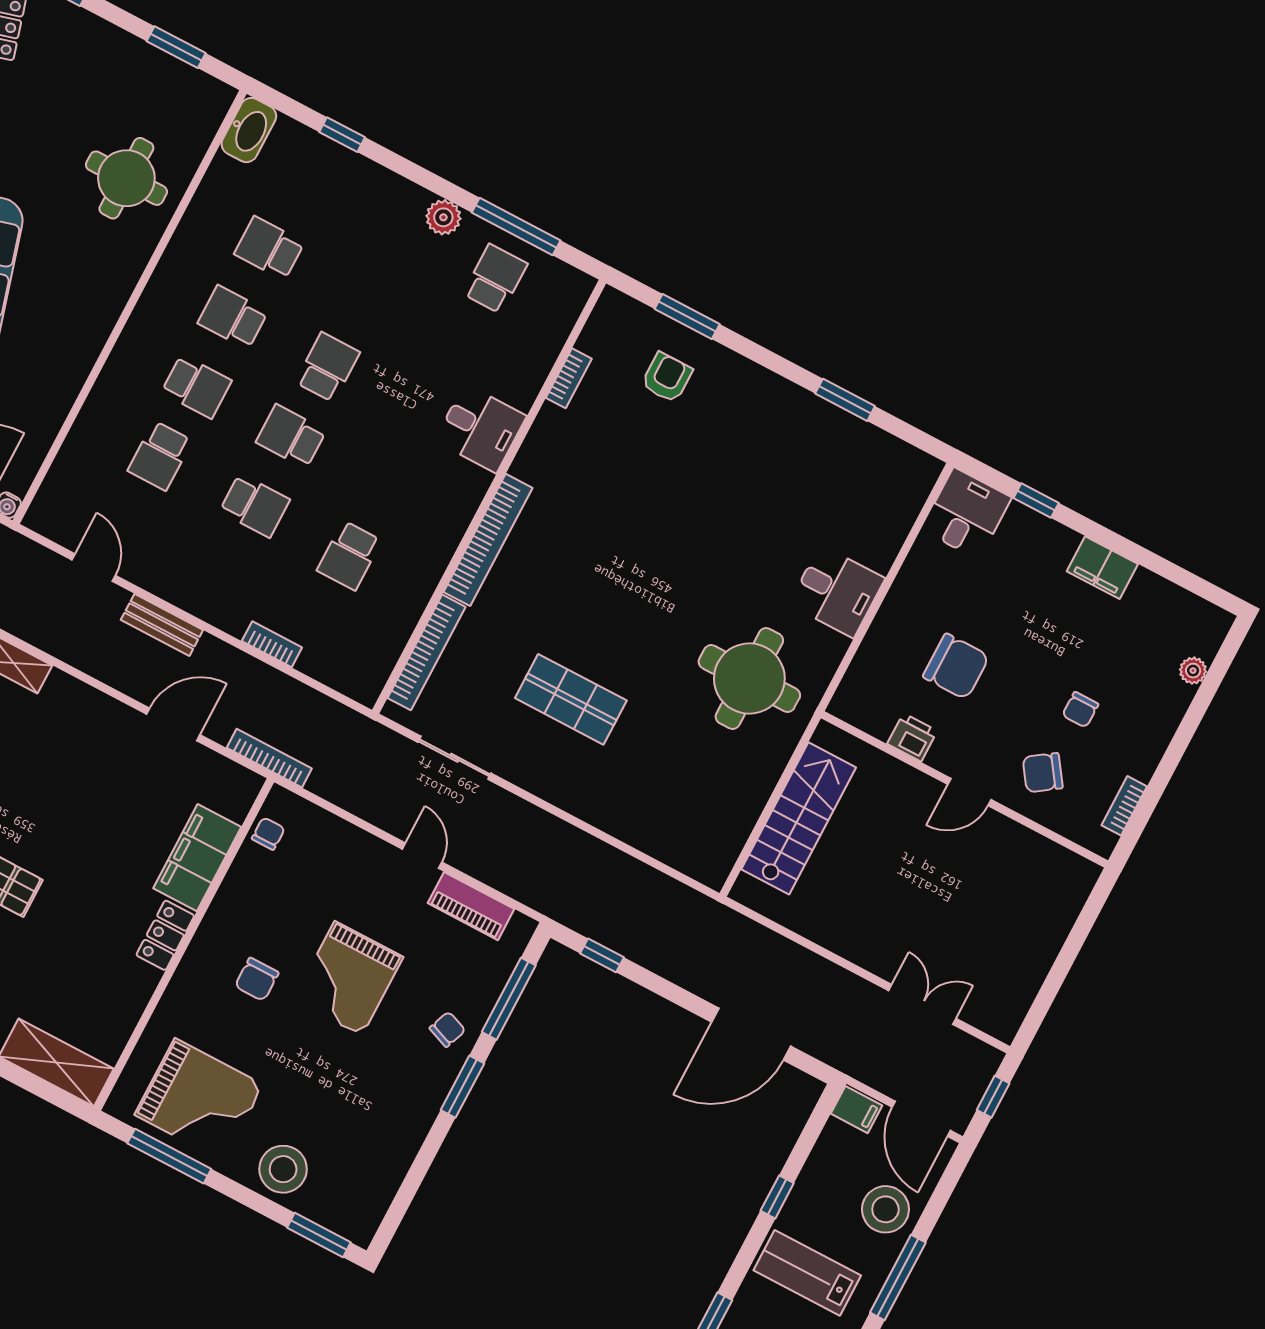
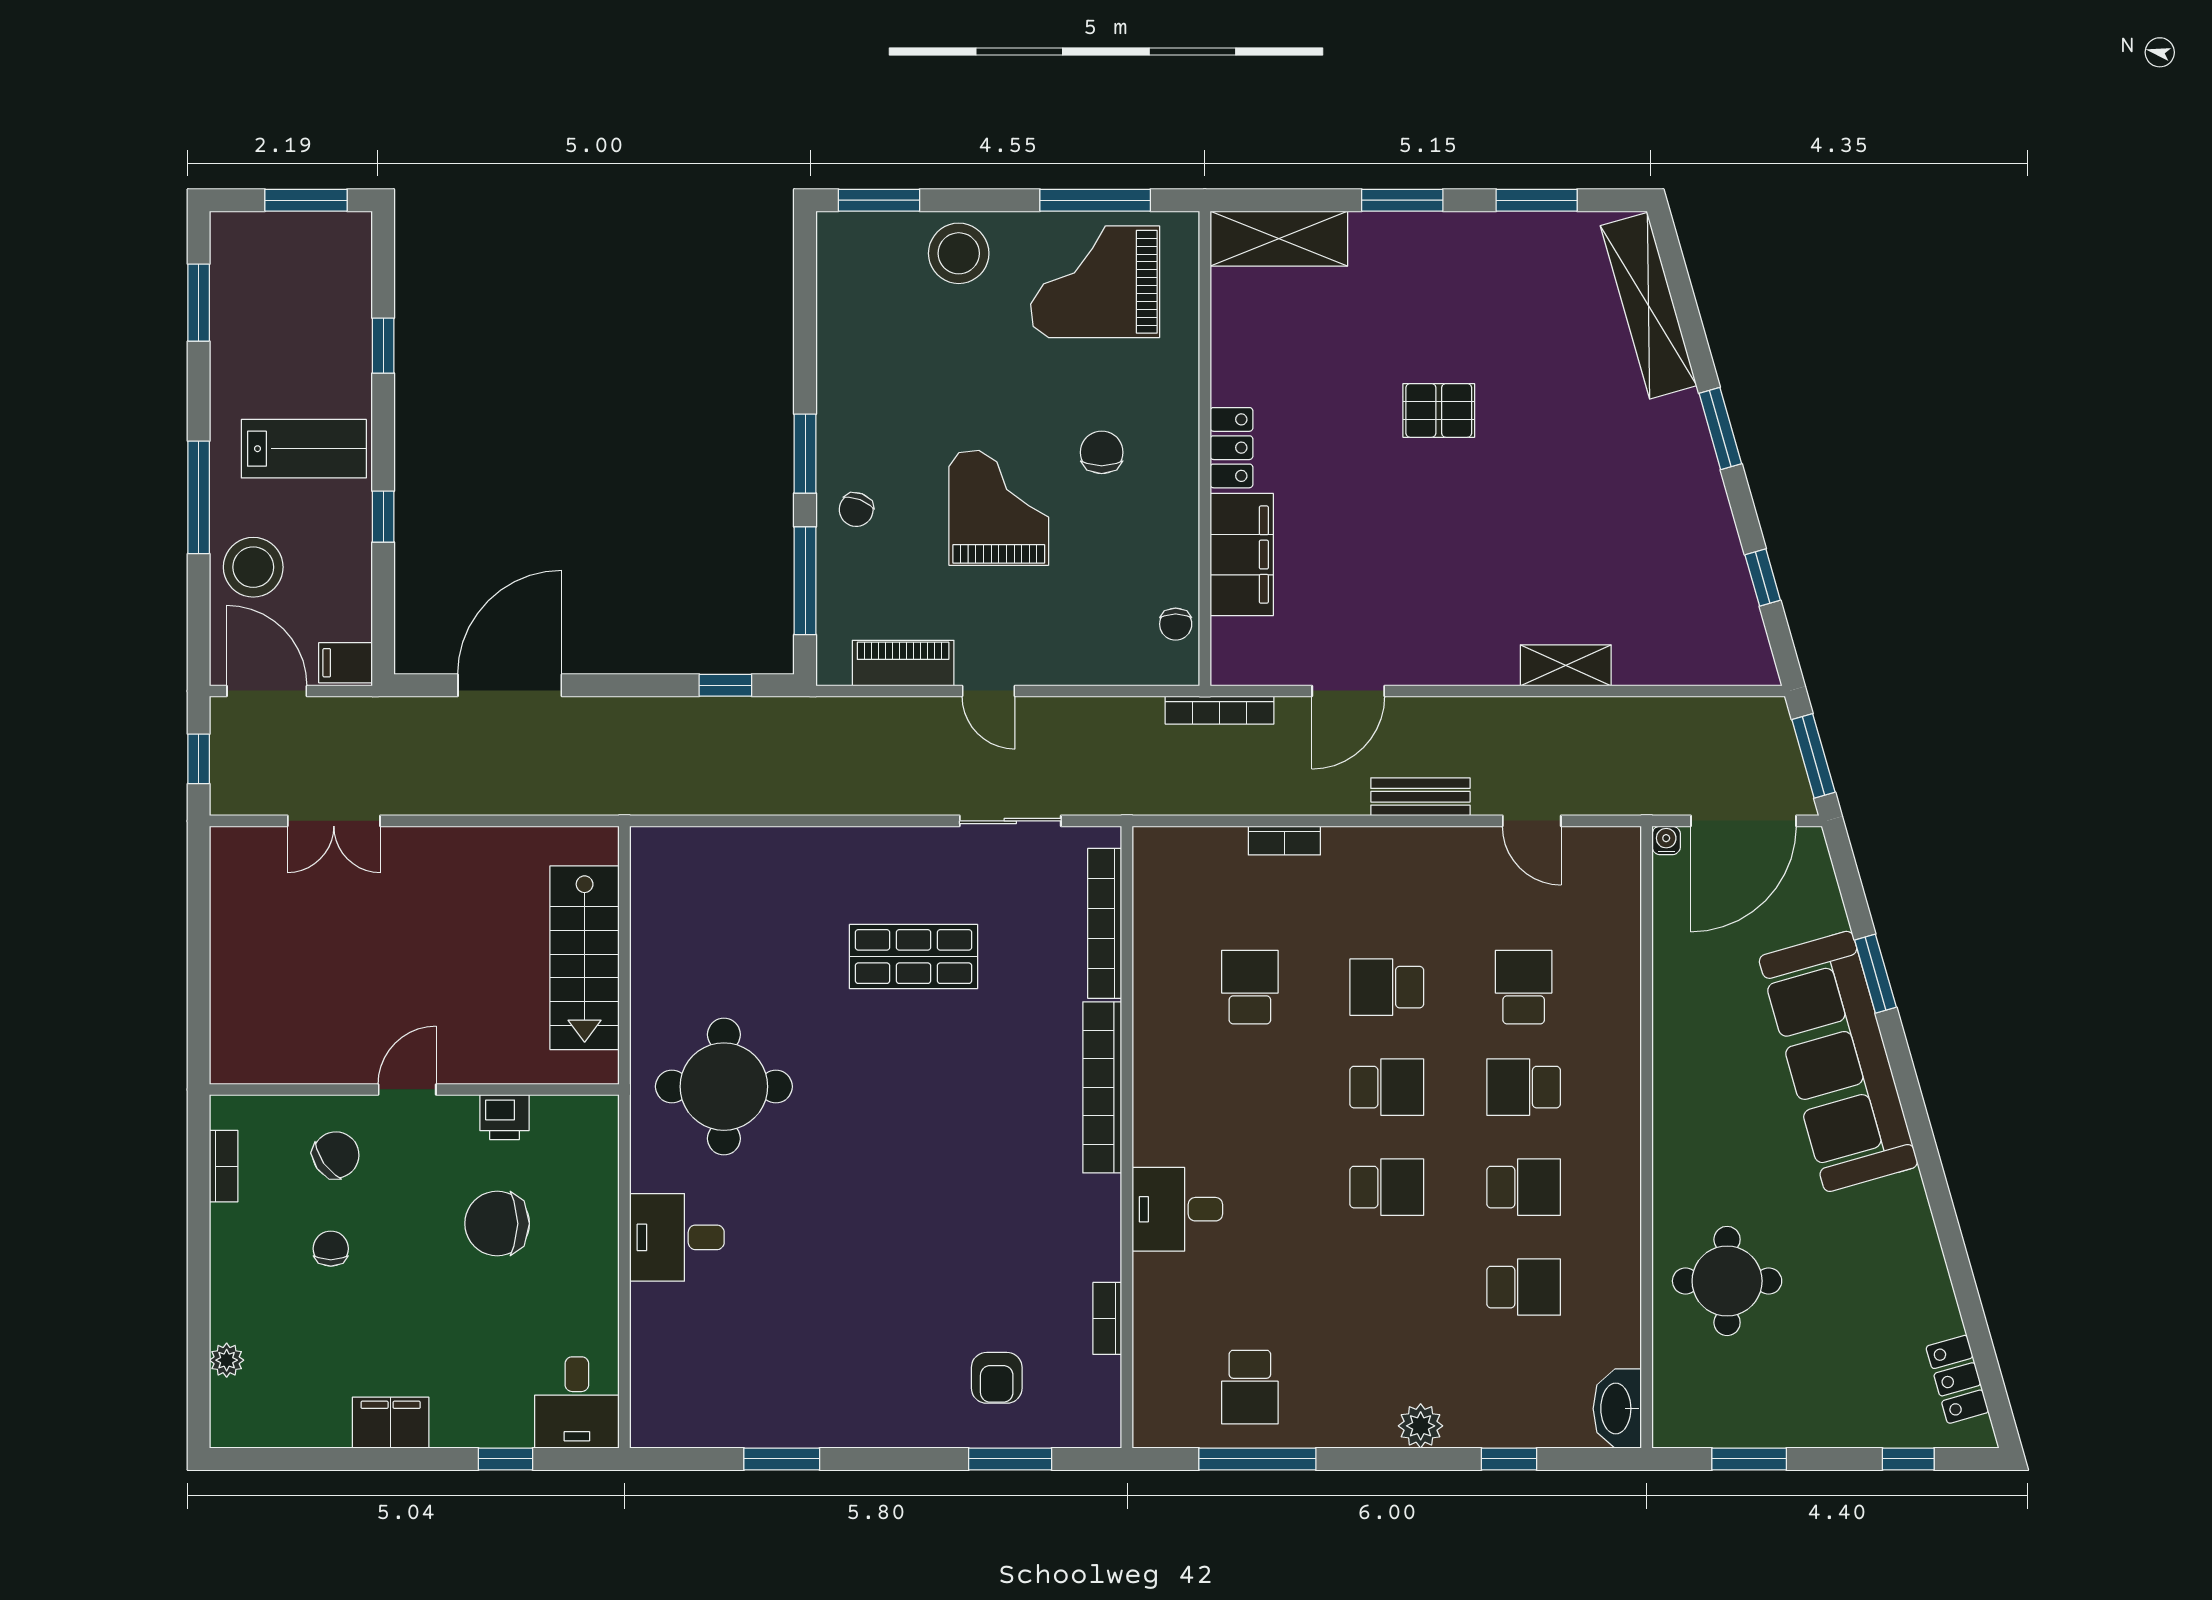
plant: (443, 217) -> (1421, 1426), moved
school desk: (328, 367) -> (1387, 1187), turned -90

